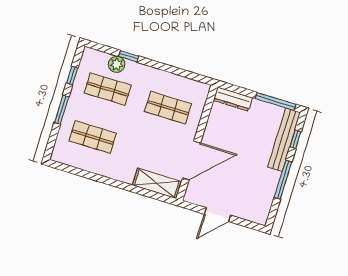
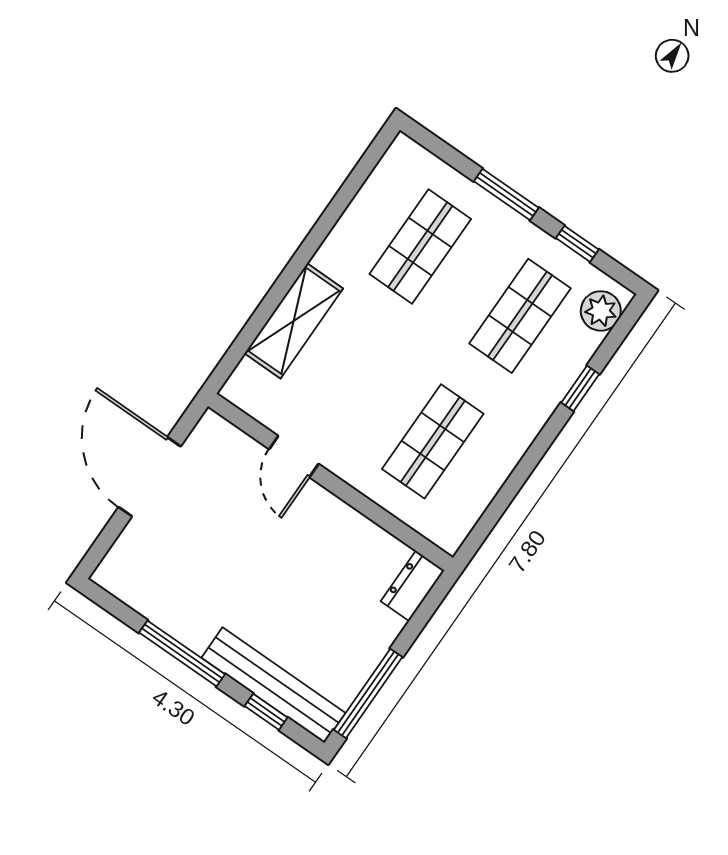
plant: (117, 64) -> (601, 311), moved
dresser: (233, 99) -> (413, 586), width x0.70
door: (191, 160) -> (294, 456), width x0.53
shelving: (157, 183) -> (294, 321), moved
door: (218, 215) -> (150, 477), width x1.36

